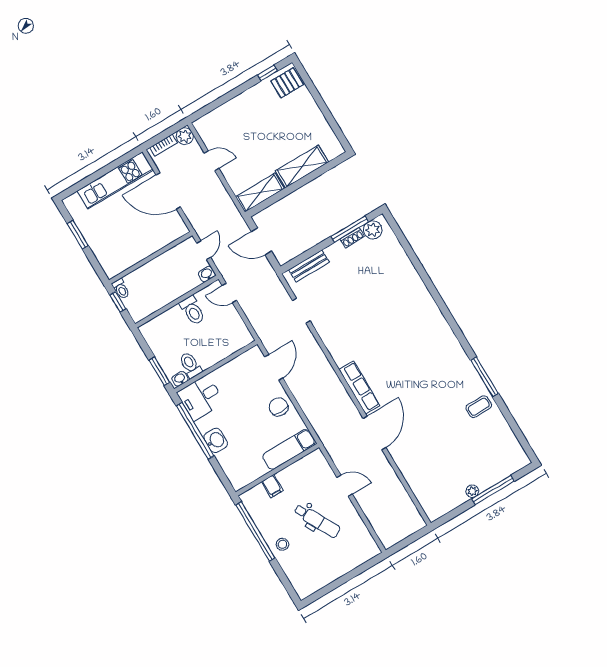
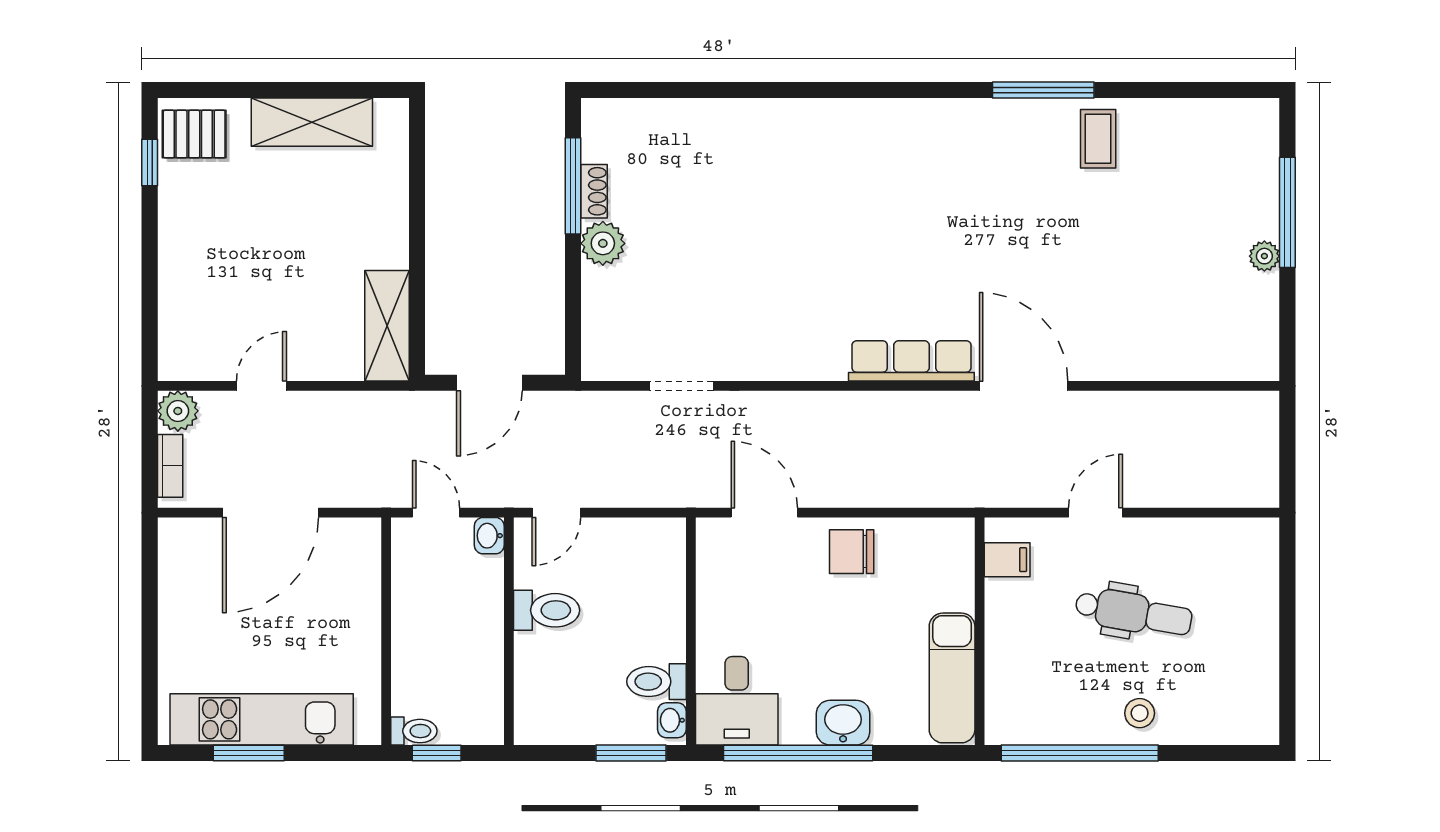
pallet: (287, 83) -> (194, 134), turned 90
shelving: (302, 166) -> (312, 122), moved, turned 90
kitchen unit: (115, 180) -> (262, 719), moved, turned -90
plant: (373, 230) -> (603, 243), moved
bench: (309, 266) -> (599, 315), removed
exam couch: (289, 449) -> (952, 678), moved
filing cabinet: (272, 486) -> (1007, 560), moved
dental chair: (317, 521) -> (1134, 613), turned 38

